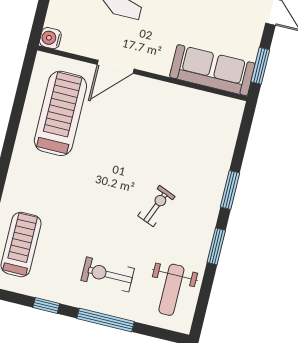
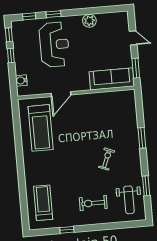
water cooler: (50, 38) -> (21, 80), moved
treadmill: (60, 113) -> (41, 128), turned 180
window: (216, 246) -> (146, 186), moved
window: (106, 320) -> (100, 227), removed

